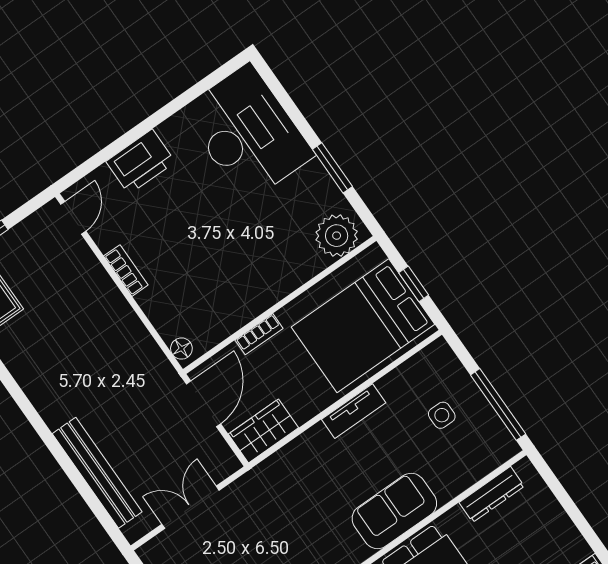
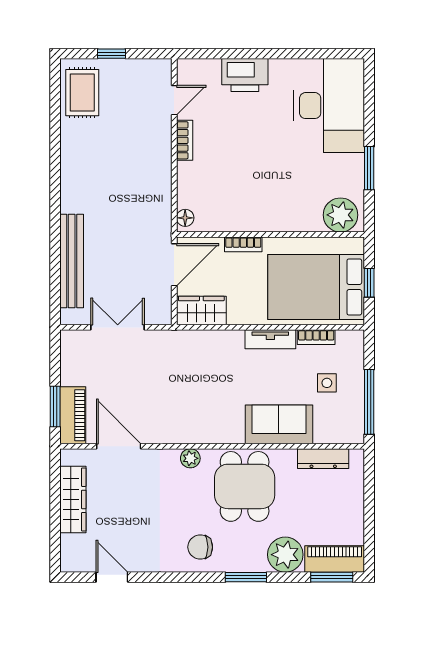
door: (73, 218) -> (174, 100), moved
bookcase: (399, 376) -> (316, 337), added
sofa: (394, 511) -> (279, 424), moved

